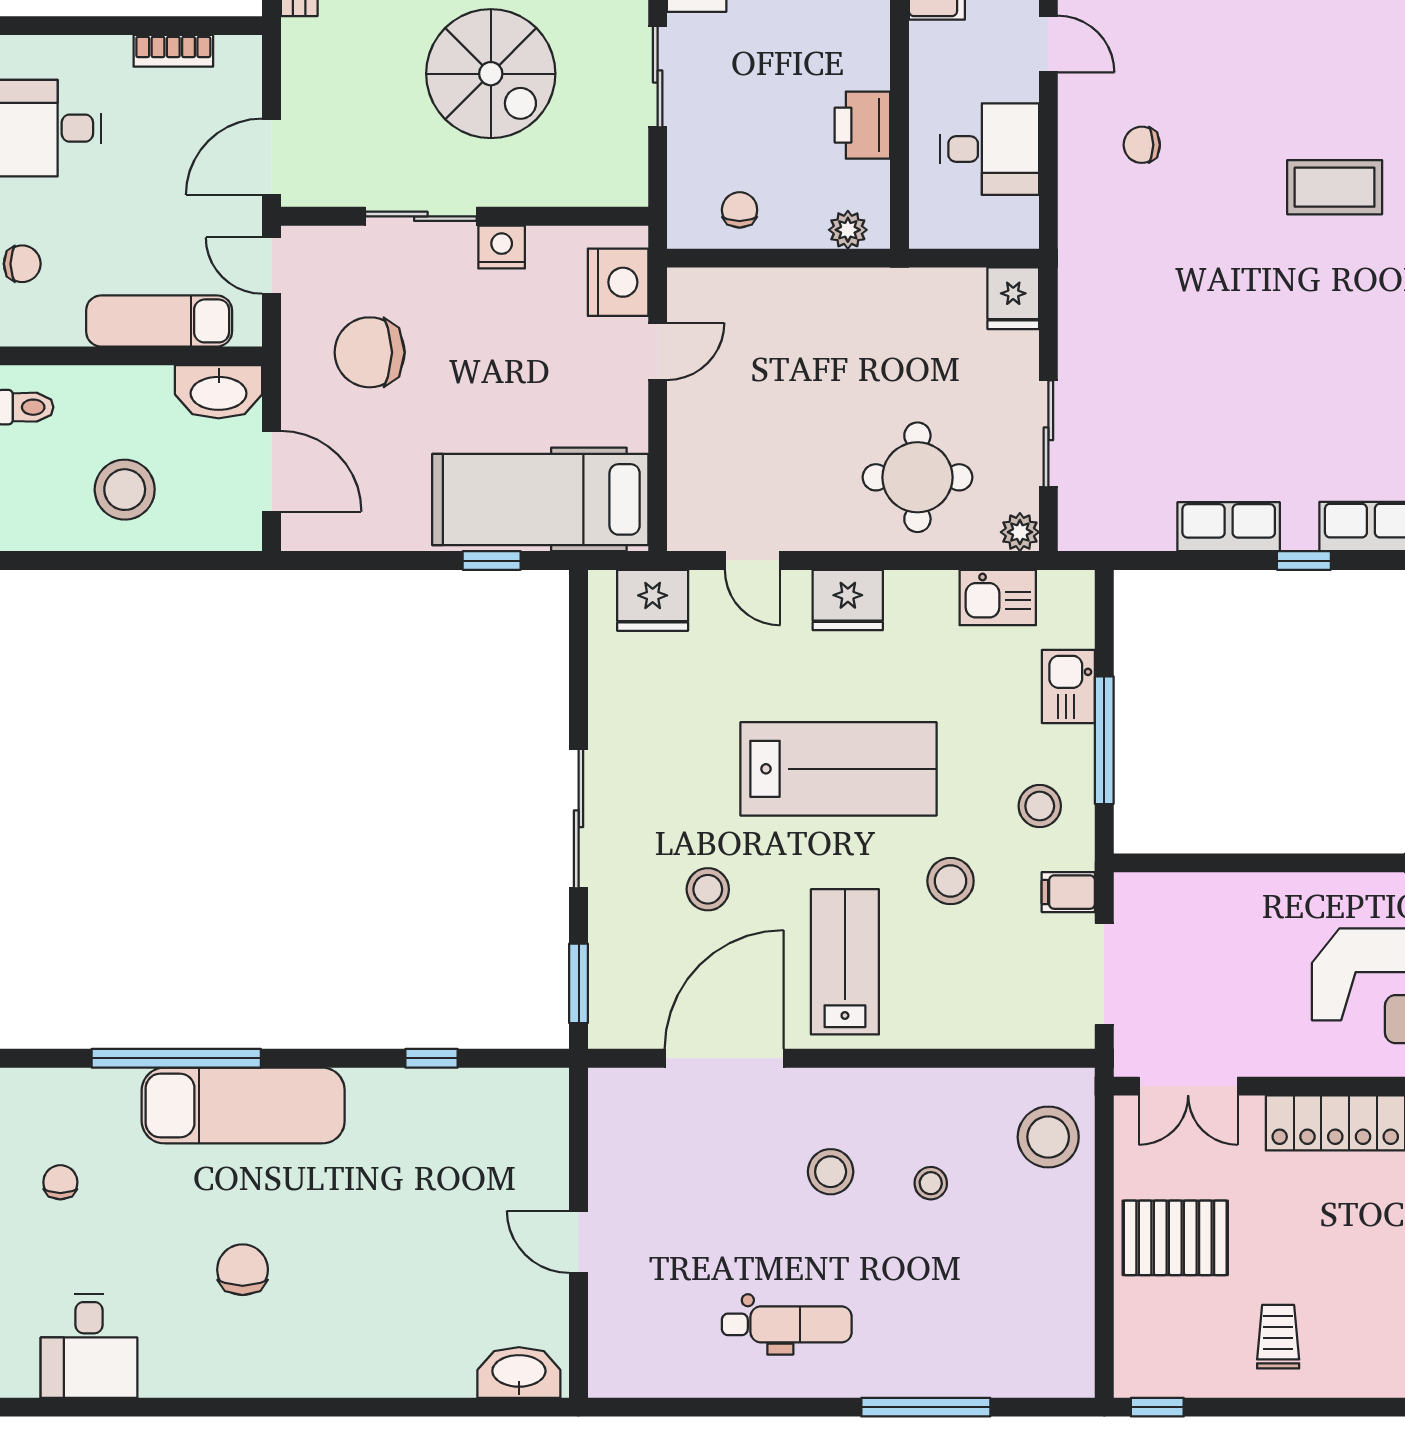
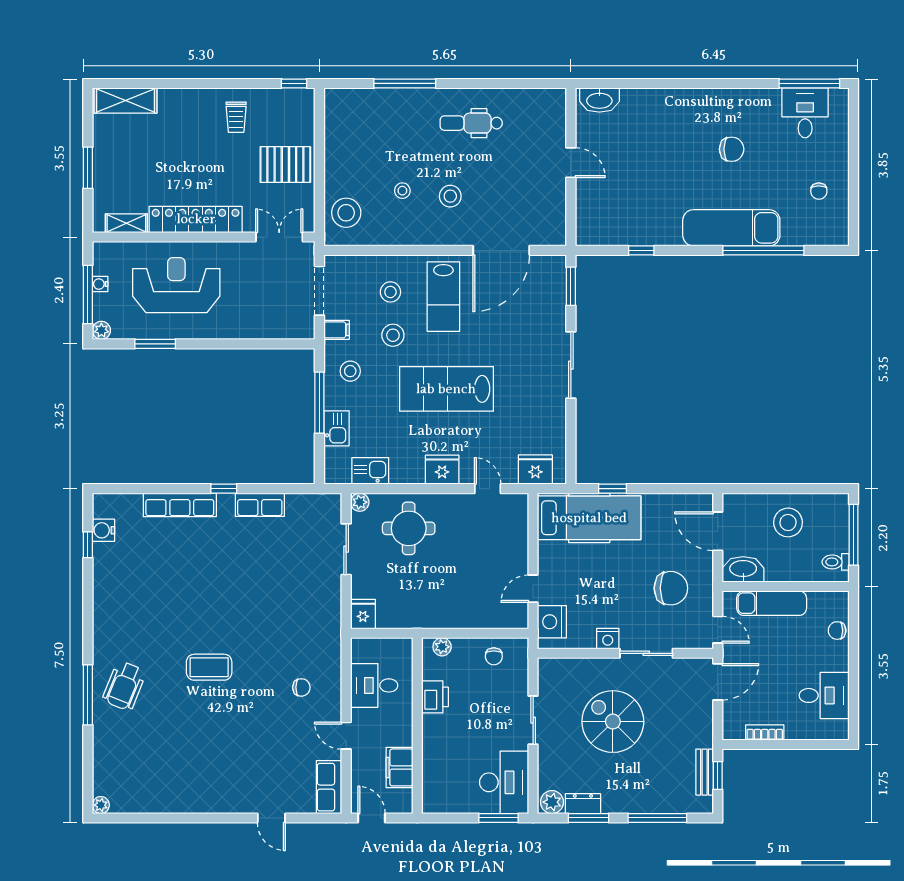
stool: (708, 889) -> (390, 292), moved
chair: (243, 1270) -> (732, 149), turned -90
window: (80, 1407) -> (809, 83), added

